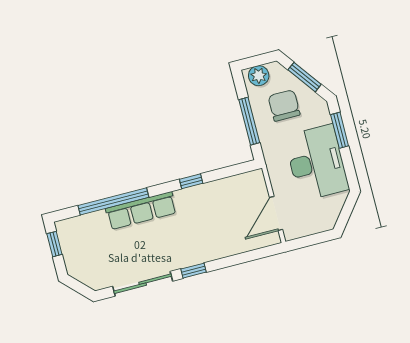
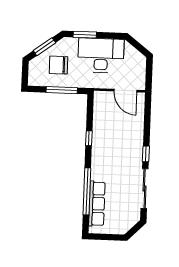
plant: (259, 76) -> (35, 75), removed
row of seats: (141, 211) -> (97, 204), moved
window: (54, 244) -> (103, 237), removed

